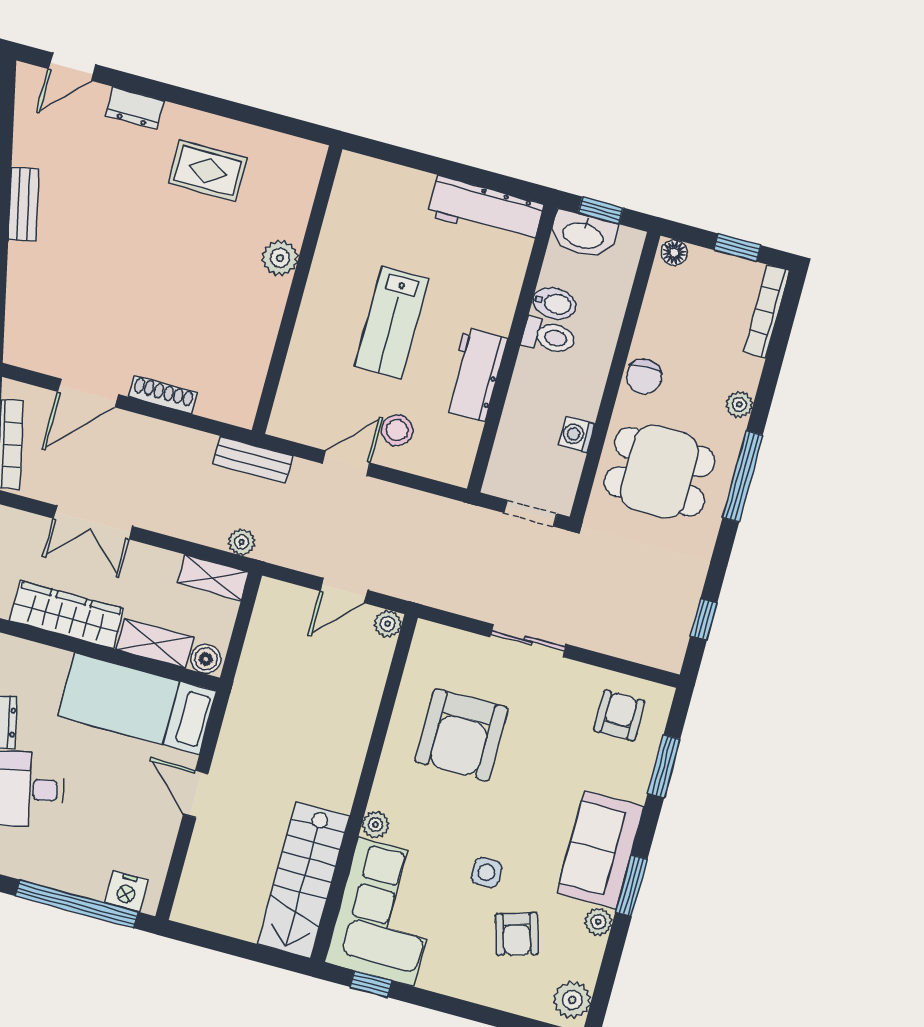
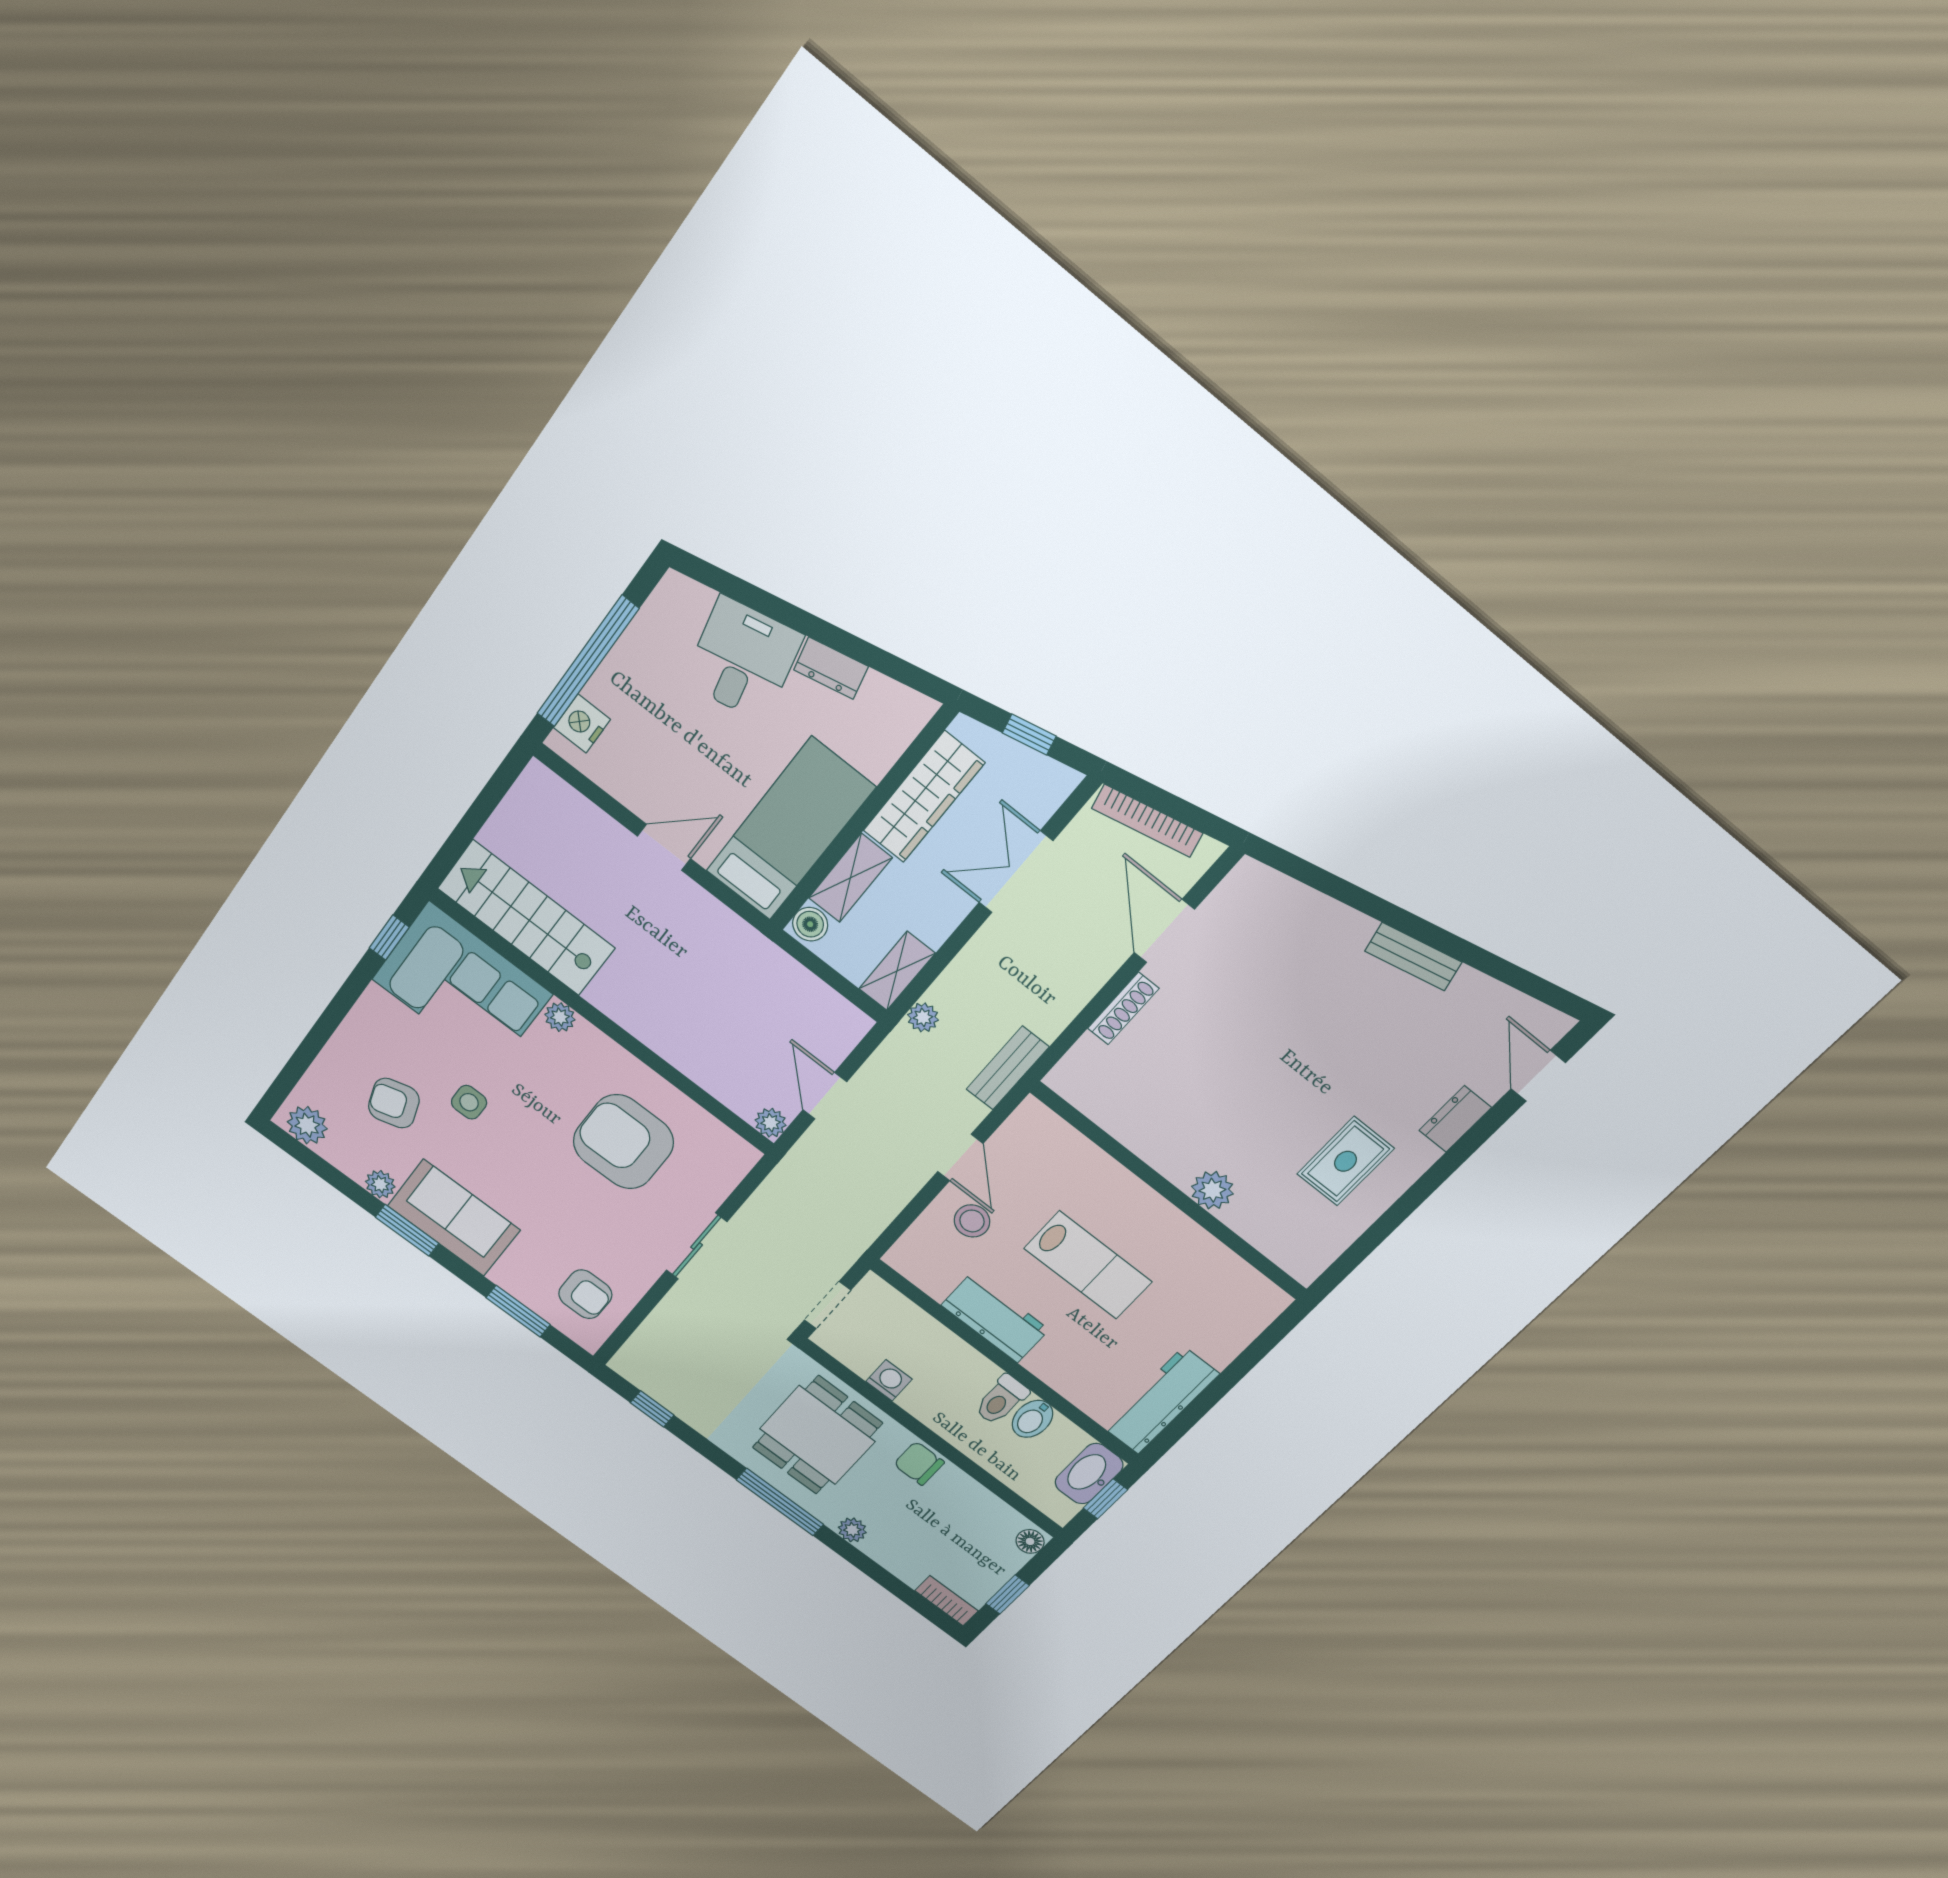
bookcase: (766, 311) -> (946, 1601), width x0.64
lab bench: (392, 323) -> (1088, 1265), turned 180

